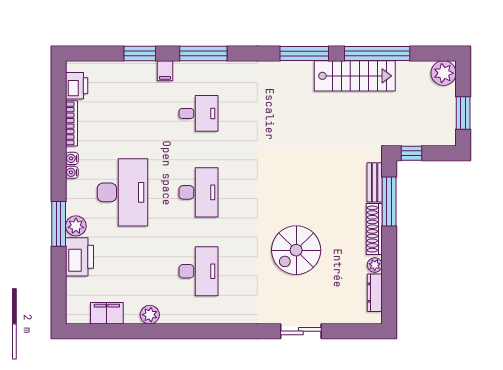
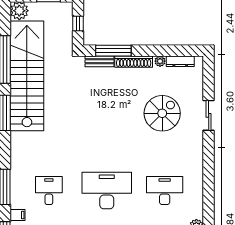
stairs: (355, 76) -> (27, 76), width x1.86, depth x1.51
window: (412, 153) -> (78, 23), moved
desk: (198, 192) -> (107, 191), width x1.36, depth x1.30
spiral stairs: (296, 250) -> (162, 113), moved, turned -90

